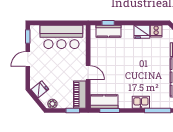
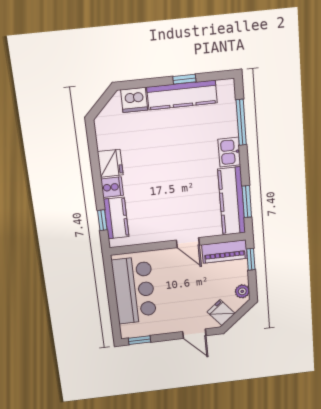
cooker: (156, 31) -> (112, 187), moved
door: (28, 59) -> (194, 334), moved
door: (88, 73) -> (188, 243), swing flipped
kitchen counter: (104, 101) -> (232, 201), width x1.50

